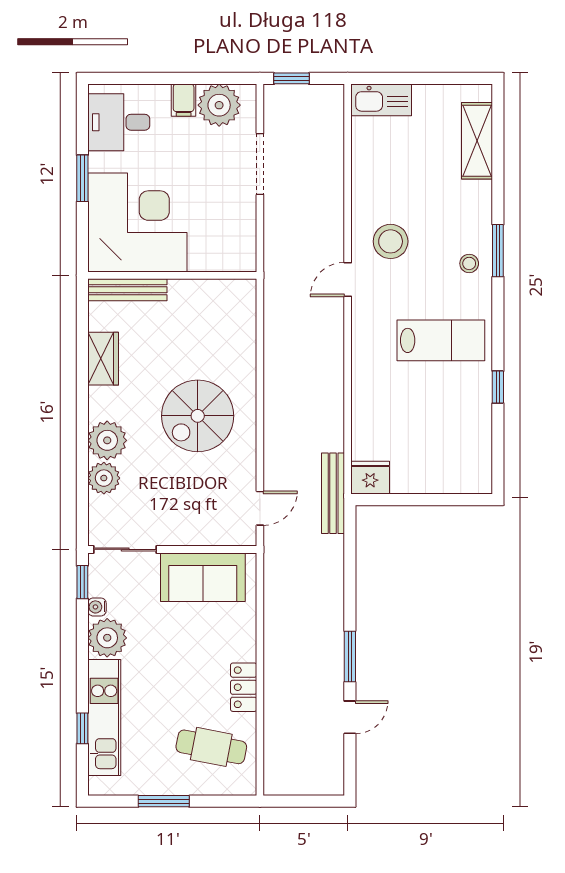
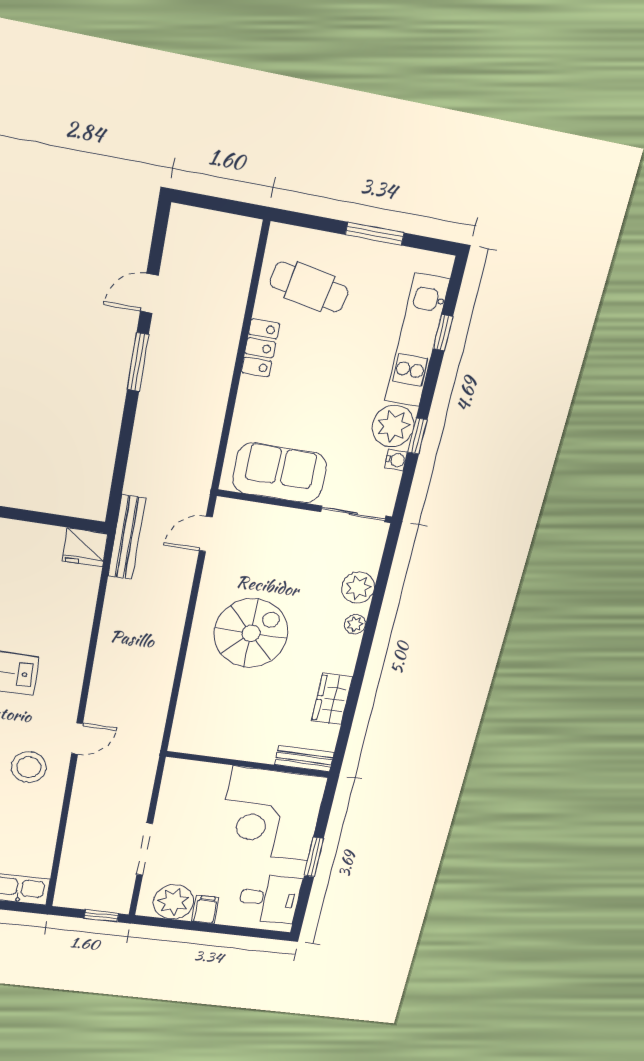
bench: (127, 290) -> (304, 759), width x0.73
plant: (107, 440) -> (355, 624), width x0.53, depth x0.53
window: (82, 582) -> (418, 436), moved

